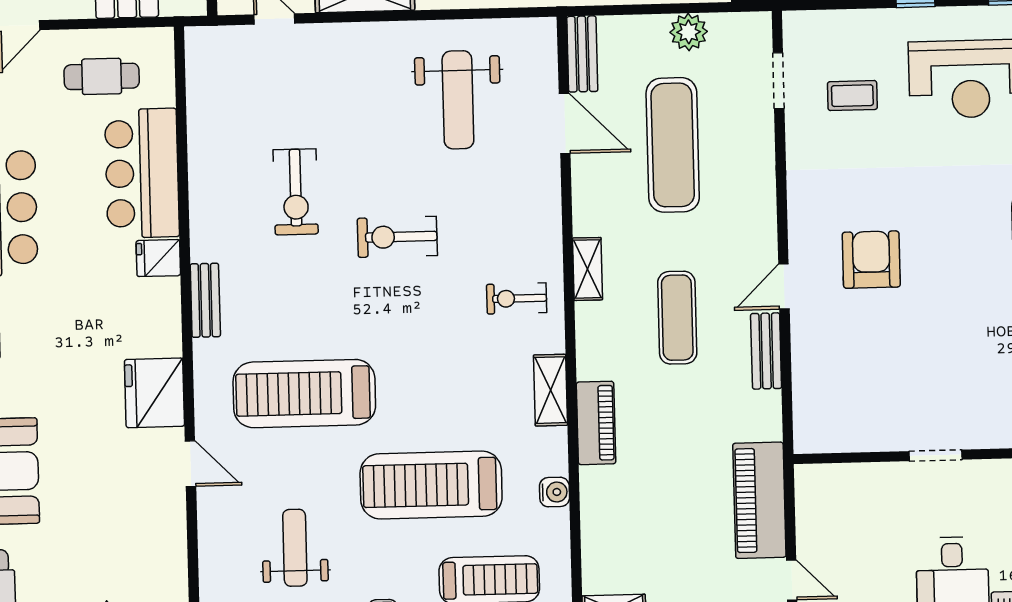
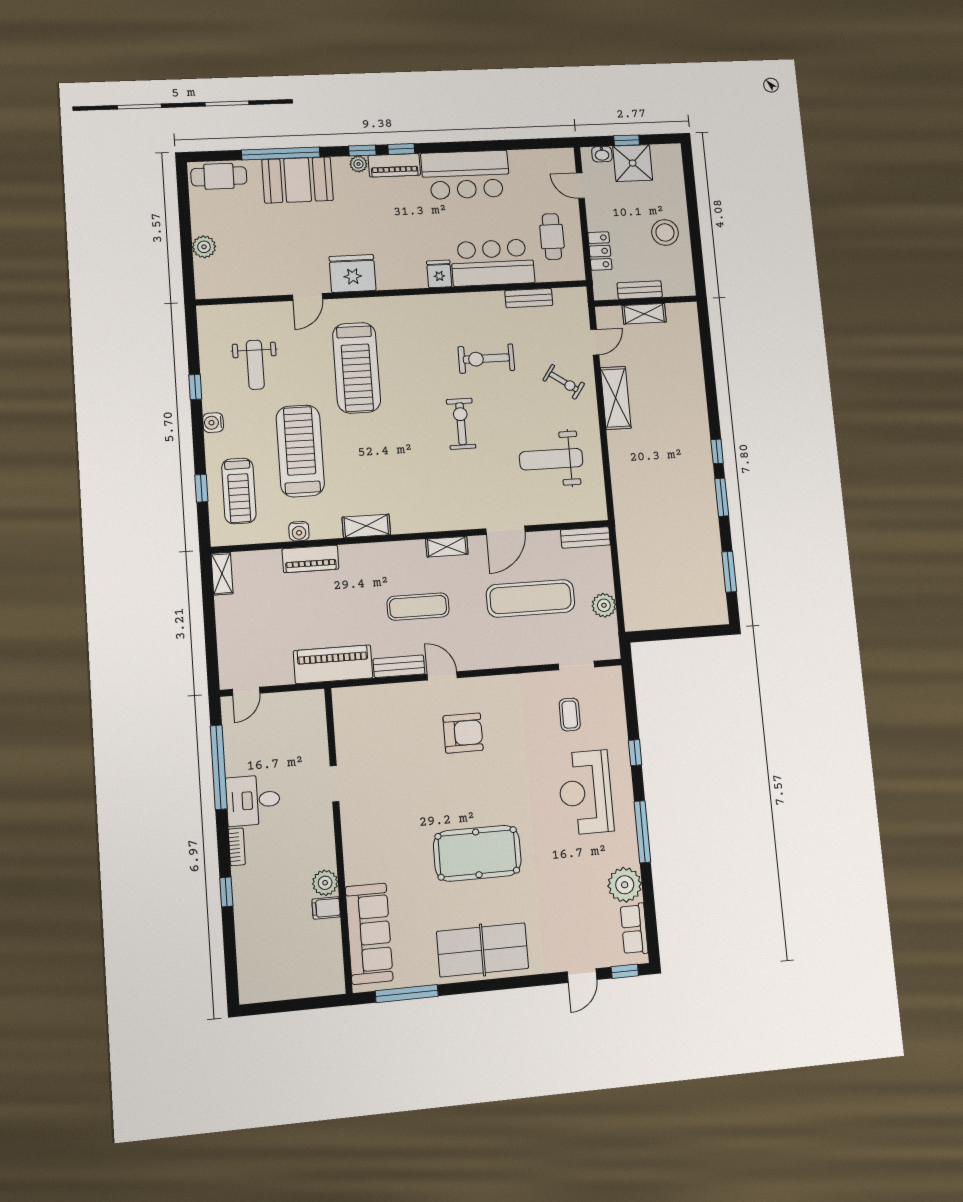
door: (565, 123) -> (505, 530), moved
exercise bike: (517, 298) -> (564, 382), moved, turned 125
bench: (205, 300) -> (529, 298), moved
treadmill: (304, 394) -> (357, 368), turned 180
piano: (596, 423) -> (311, 559), moved
piano: (759, 500) -> (333, 664), moved
weight bench: (295, 548) -> (255, 365), turned 90

